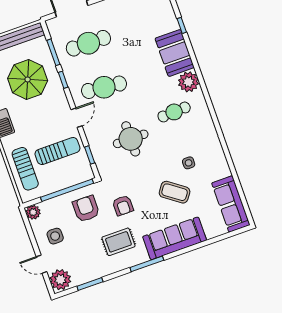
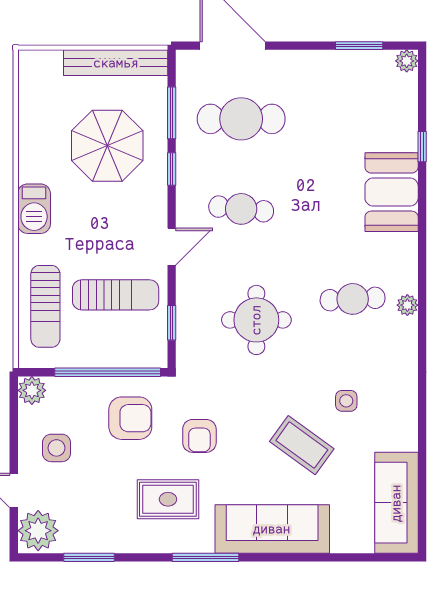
plant: (188, 82) -> (407, 305), moved, width x0.53, depth x0.53
cafe table: (104, 87) -> (241, 209), width x0.73, depth x0.74
armchair: (86, 209) -> (130, 418), turned 90

